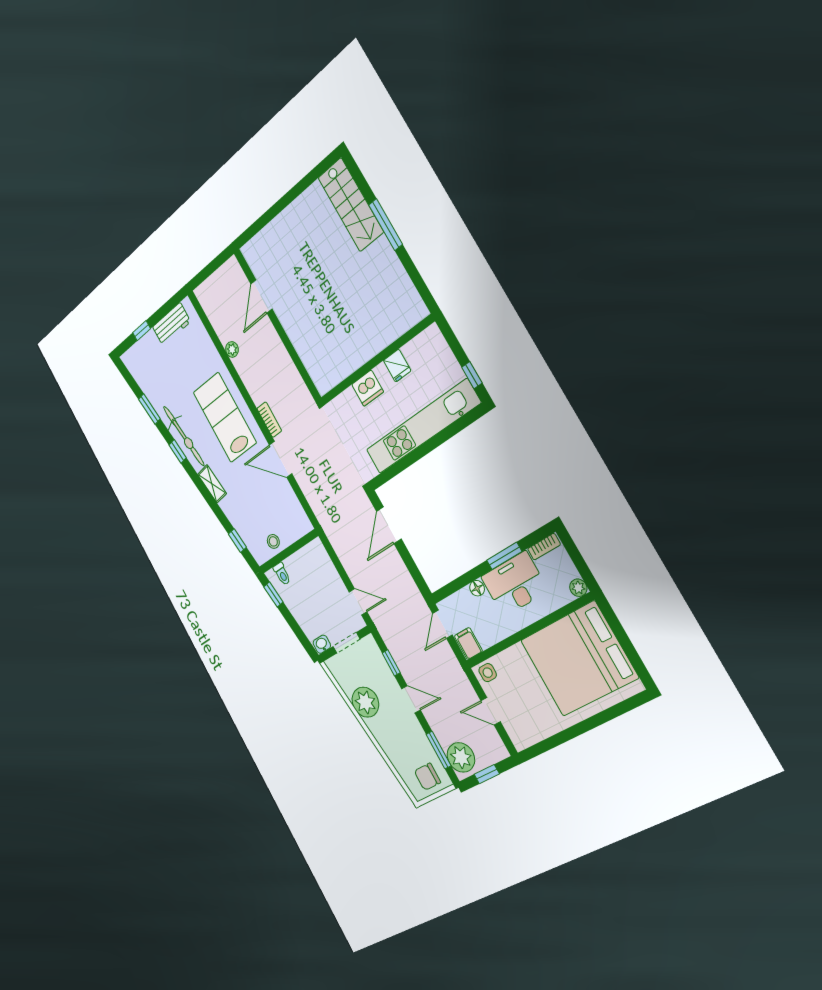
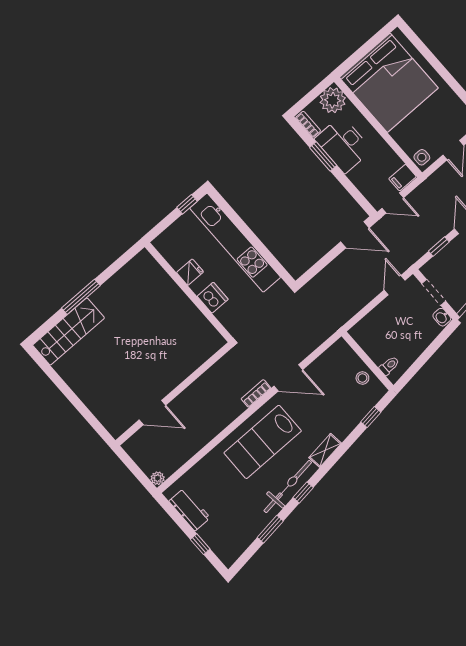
plant: (232, 349) -> (158, 478), moved
door: (281, 459) -> (288, 378), hinge flipped
door: (389, 525) -> (355, 235), moved
floor lamp: (477, 588) -> (355, 176), removed
plant: (578, 588) -> (333, 100), width x1.87, depth x1.87
window: (273, 594) -> (410, 373), removed

